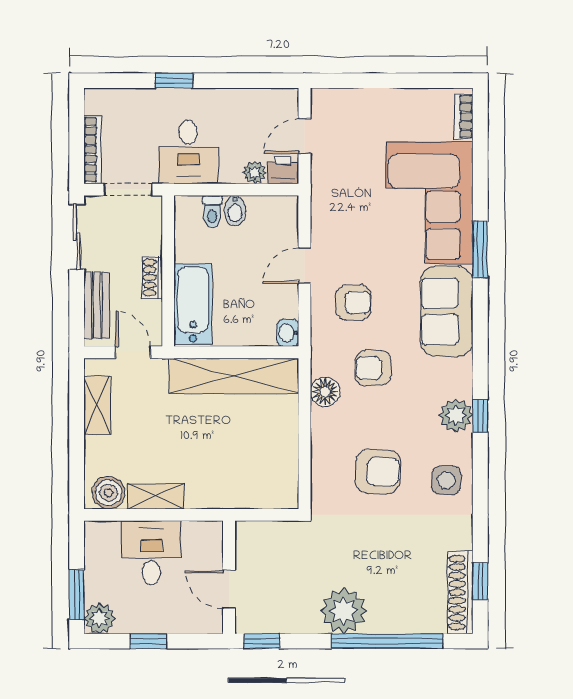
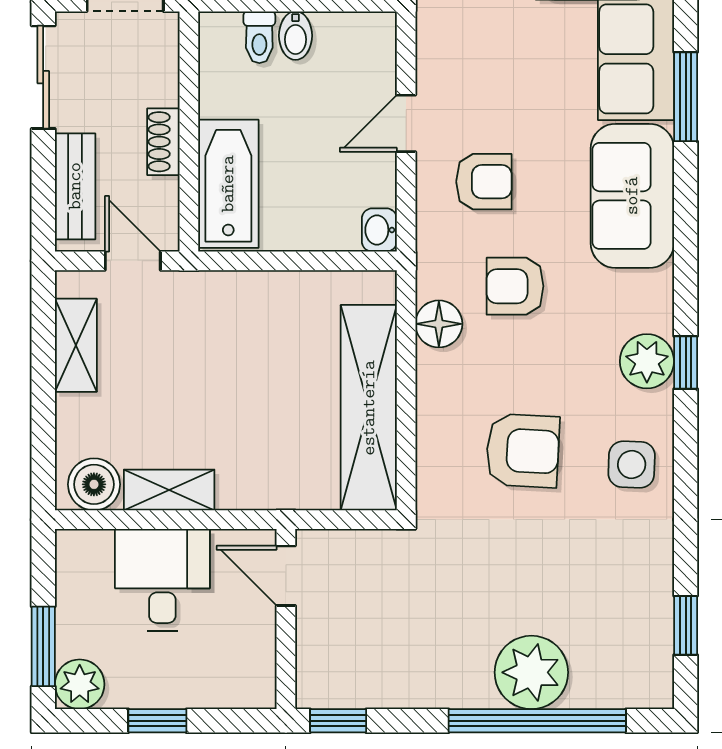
shelving: (234, 376) -> (369, 408), moved, turned 90
door: (229, 590) -> (286, 576), moved
shoe rack: (460, 592) -> (654, 643), removed
plant: (344, 611) -> (531, 672), moved

